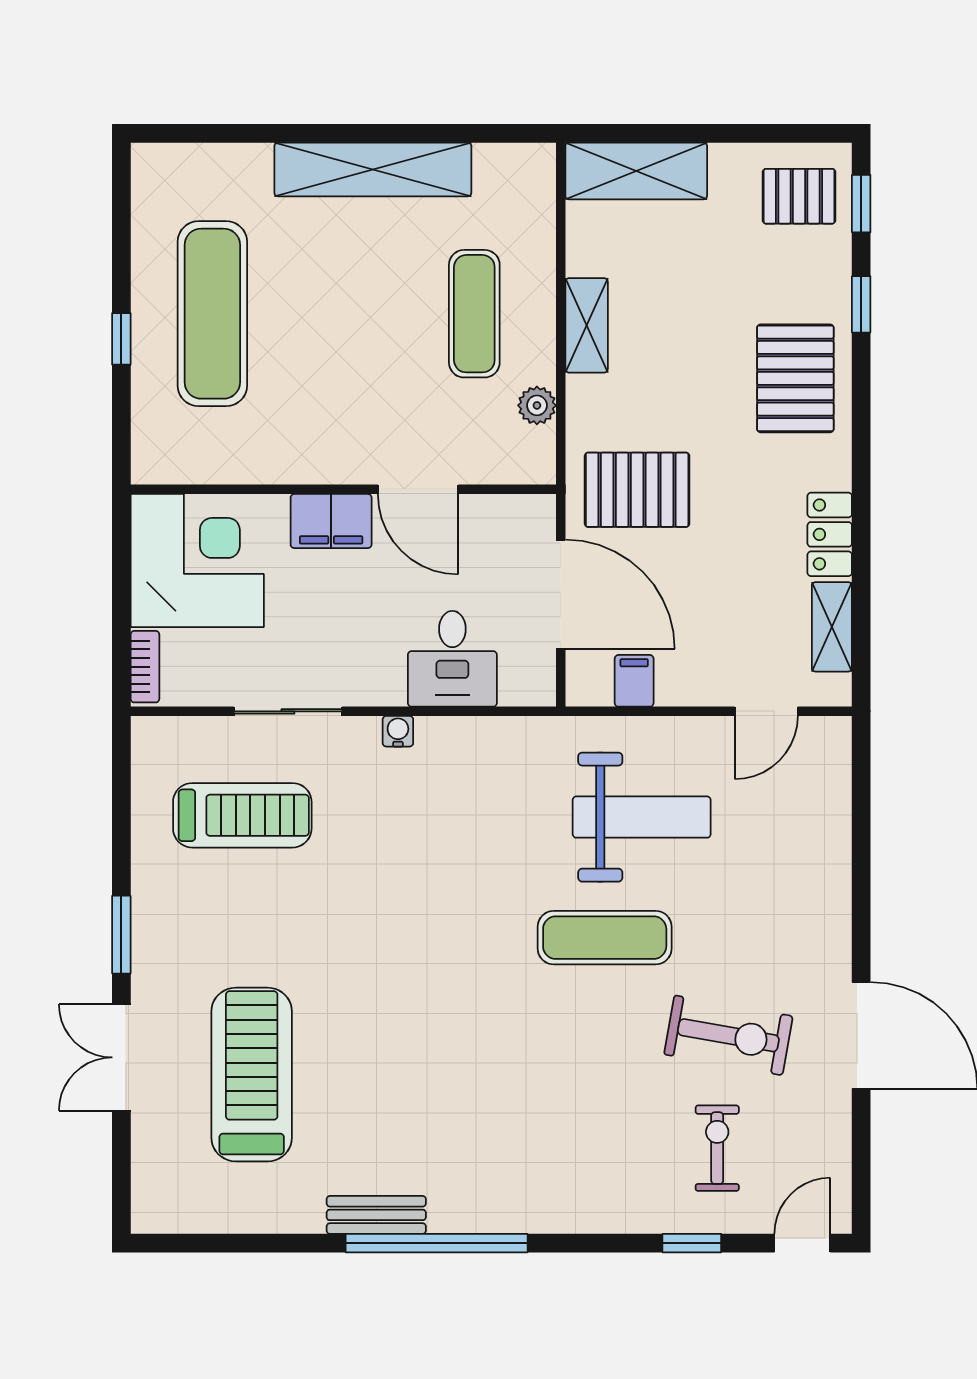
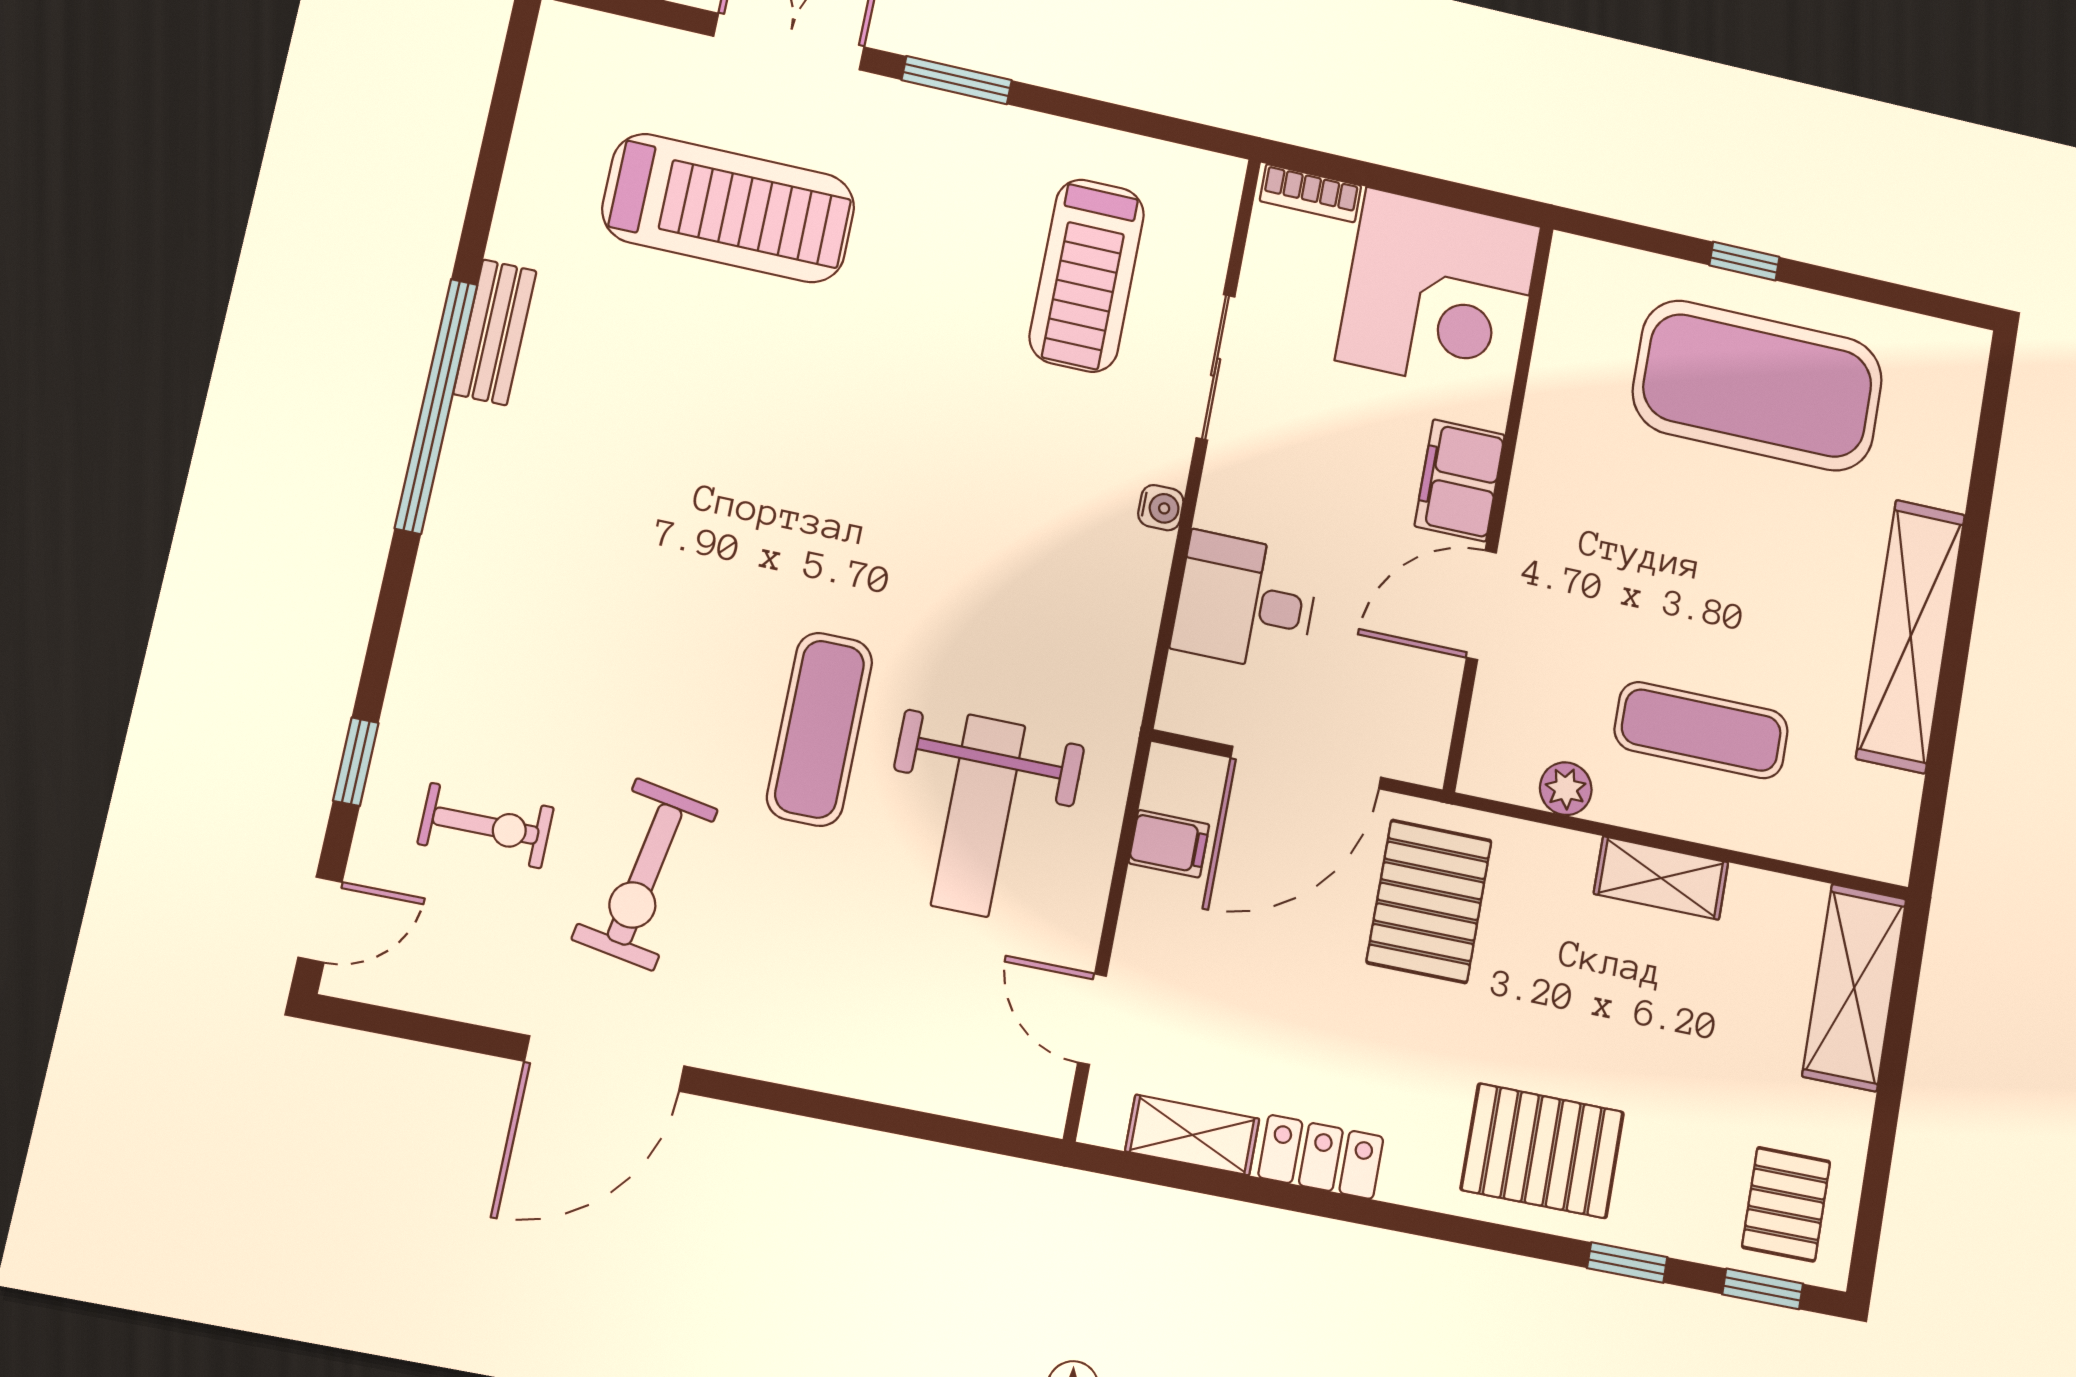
exercise mat: (212, 314) -> (1758, 386), width x1.47
door: (802, 1243) -> (320, 920), hinge flipped

